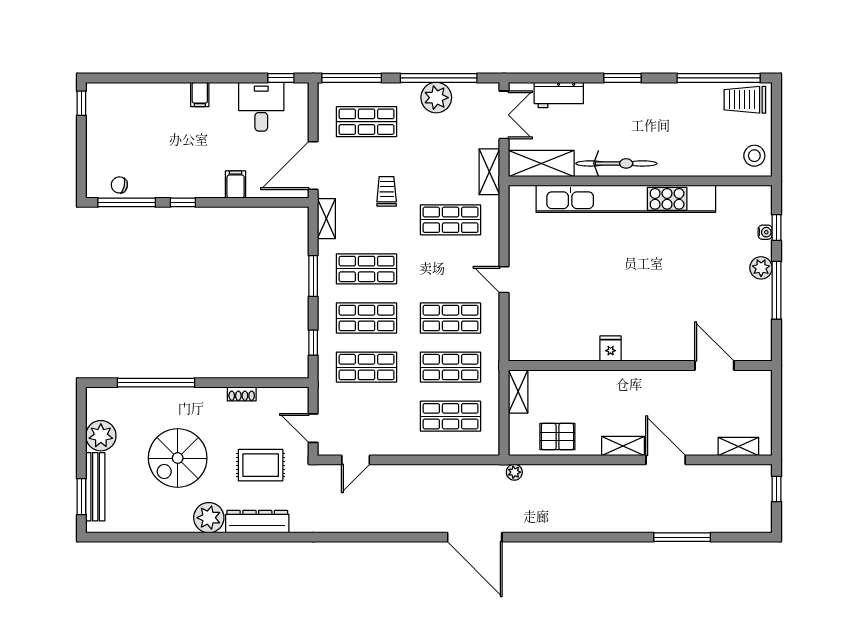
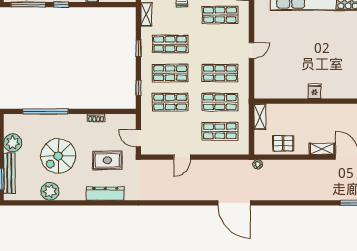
window: (313, 276) -> (138, 48), width x0.67
door: (504, 280) -> (252, 50), swing flipped
door: (356, 460) -> (182, 157), moved
plant: (209, 518) -> (50, 191), moved

